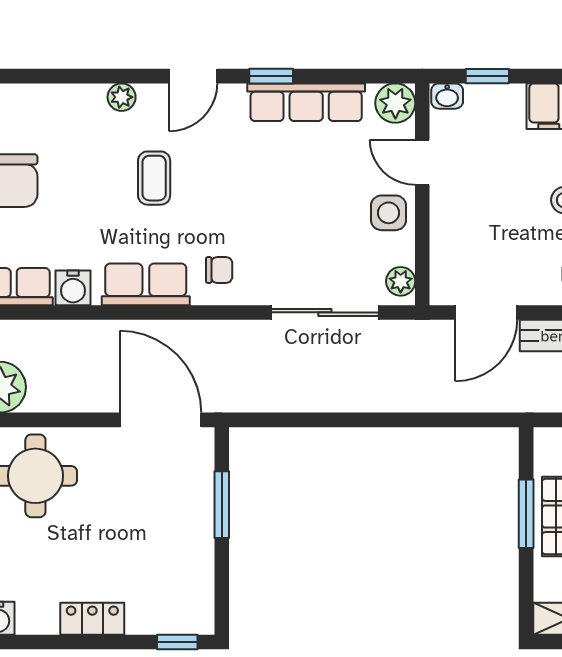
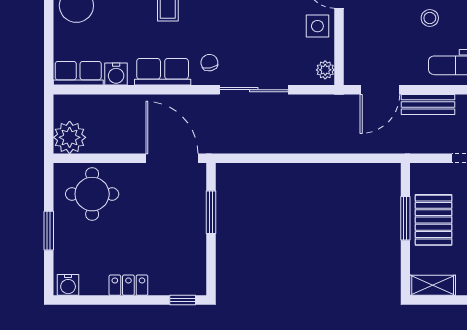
chair: (219, 270) -> (209, 63), turned -101
sliding door: (325, 312) -> (254, 90), moved

